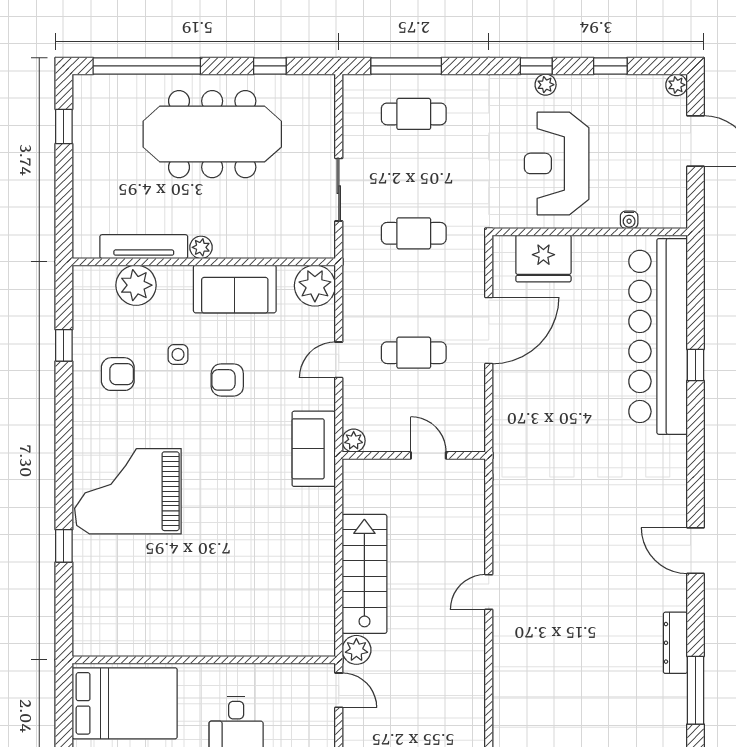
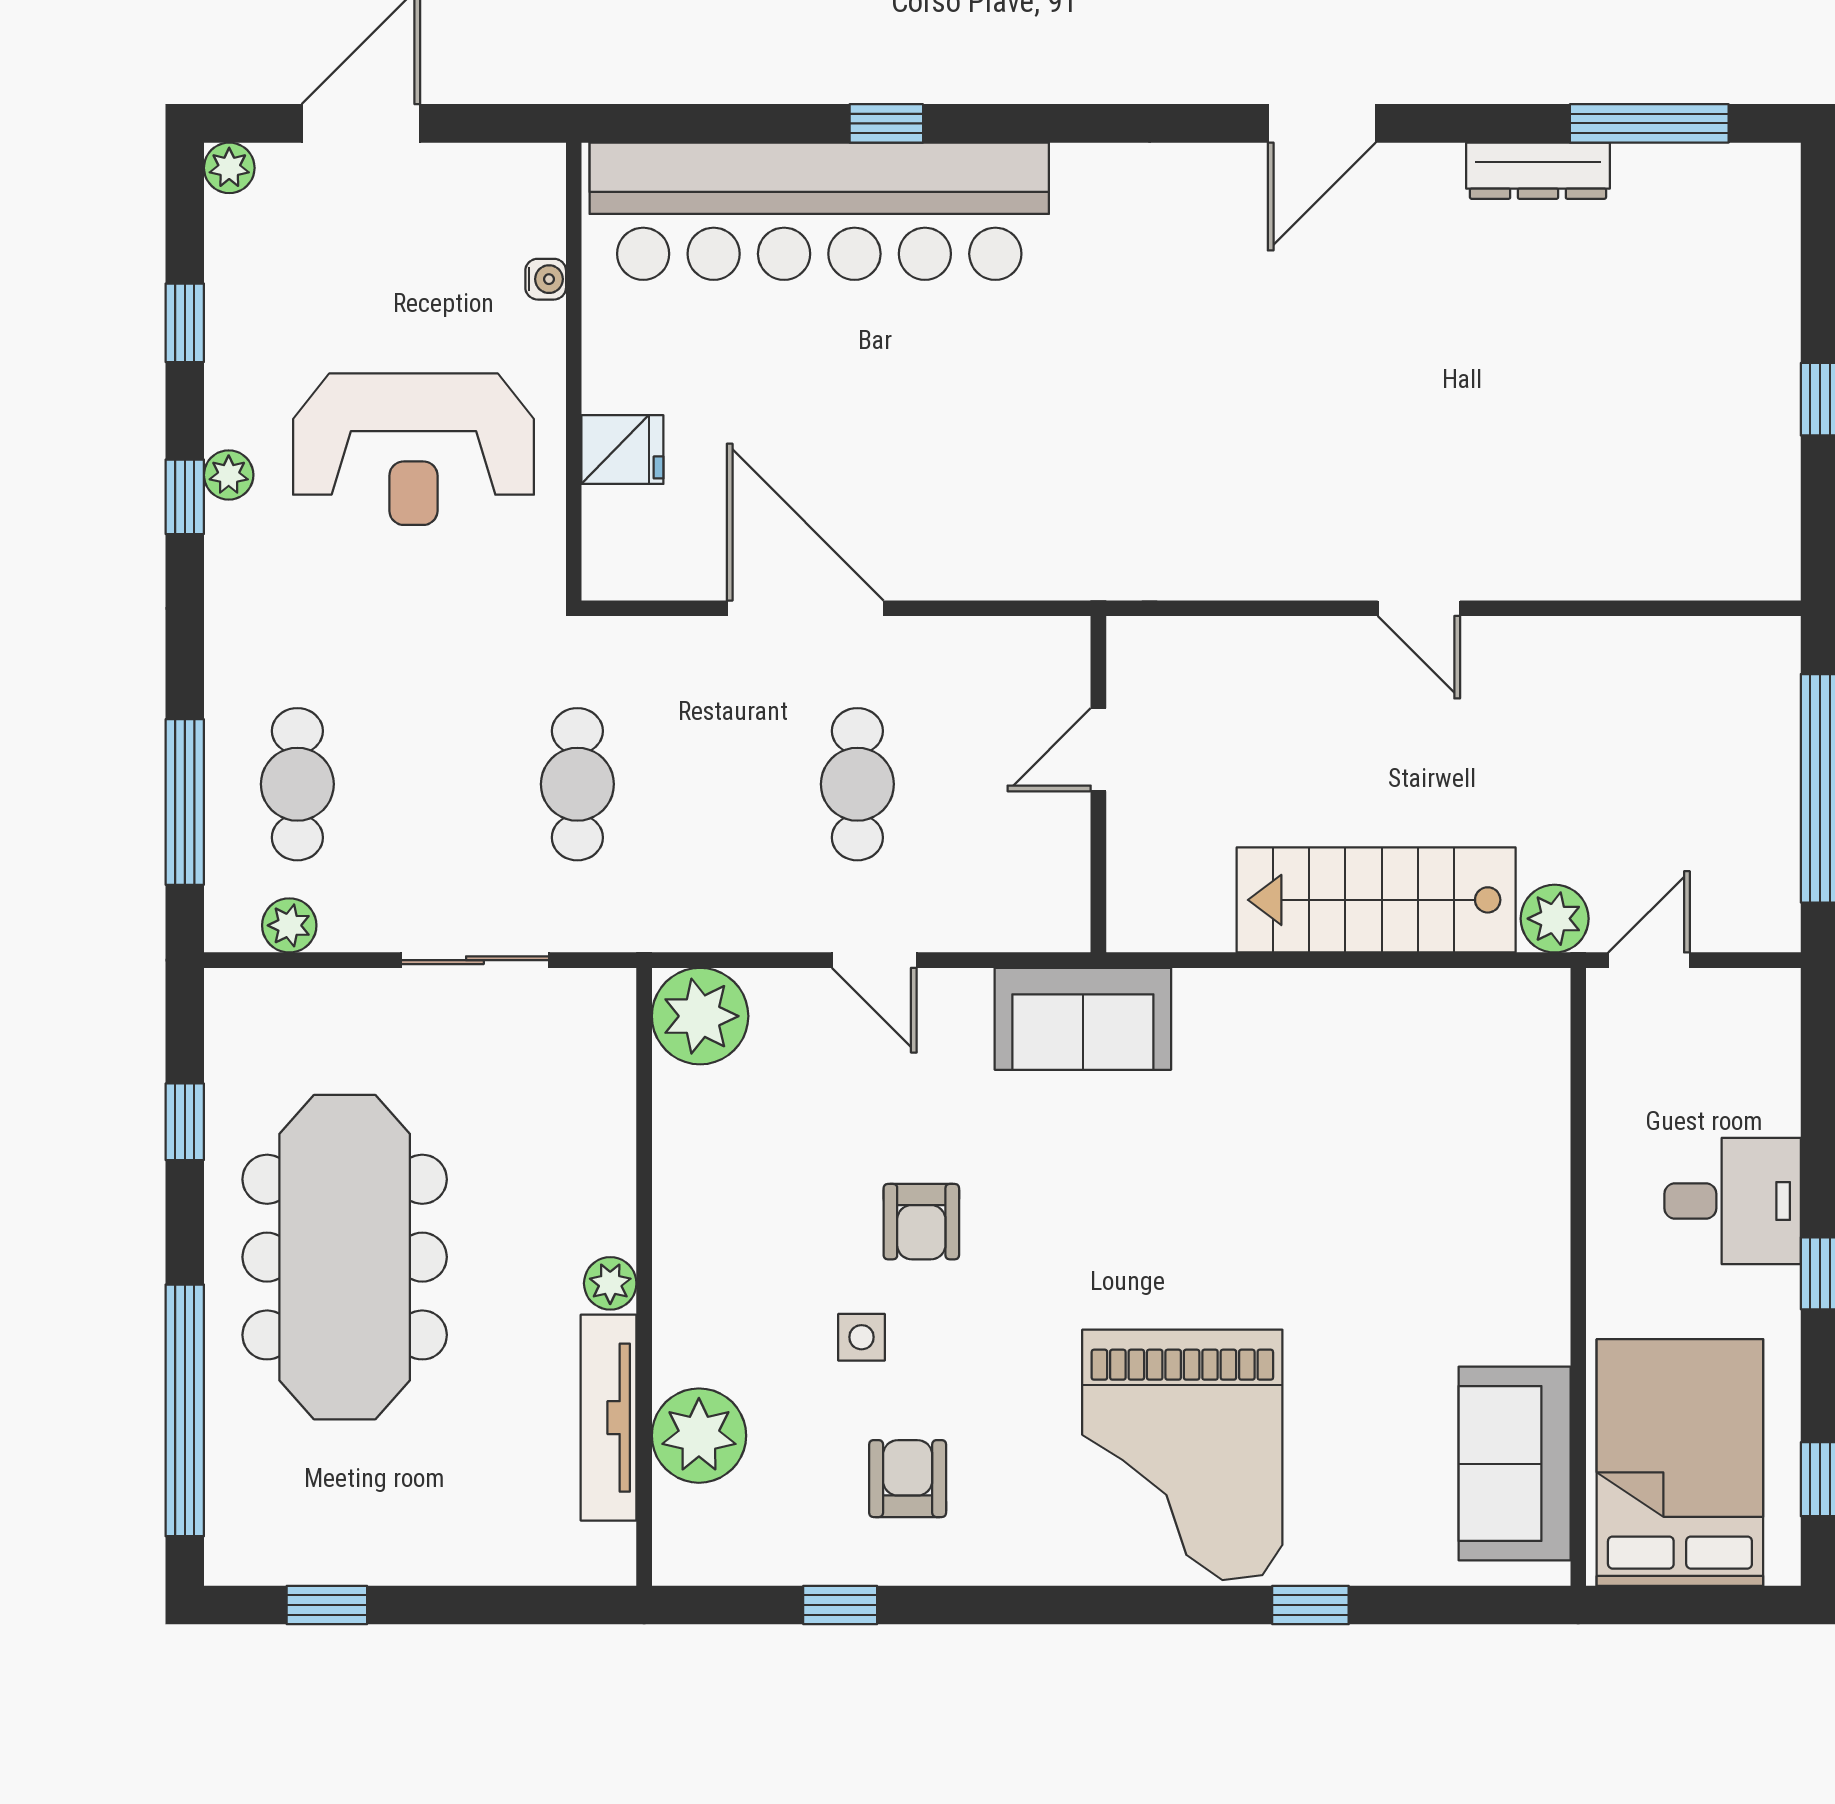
fridge: (543, 258) -> (622, 450), width x0.53, depth x0.75
sofa: (235, 289) -> (1515, 1464), moved, turned 180
plant: (354, 441) -> (289, 925), moved

